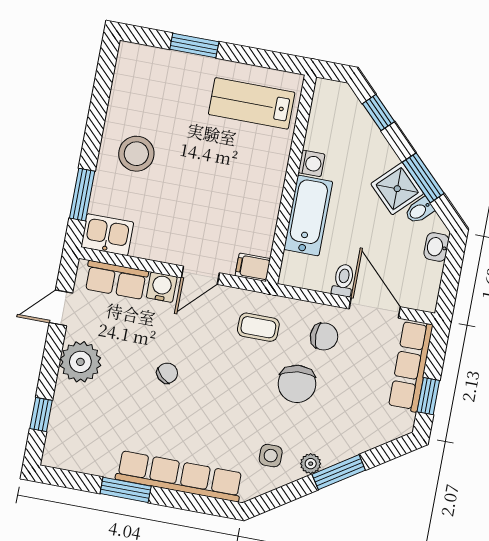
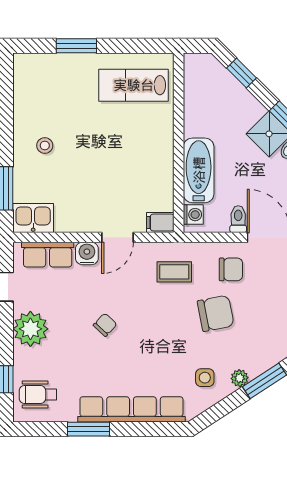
stool: (136, 154) -> (45, 145), width x0.53, depth x0.53
washing machine: (312, 163) -> (193, 215), moved
chair: (297, 384) -> (216, 313), turned -95
wheelchair: (75, 439) -> (38, 394), added

